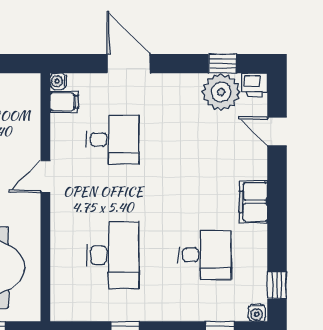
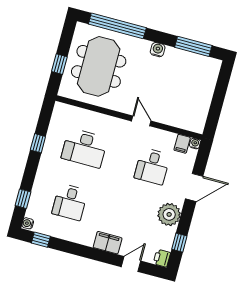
plant: (221, 92) -> (169, 214), moved
filing cabinet: (253, 202) -> (108, 243), moved

